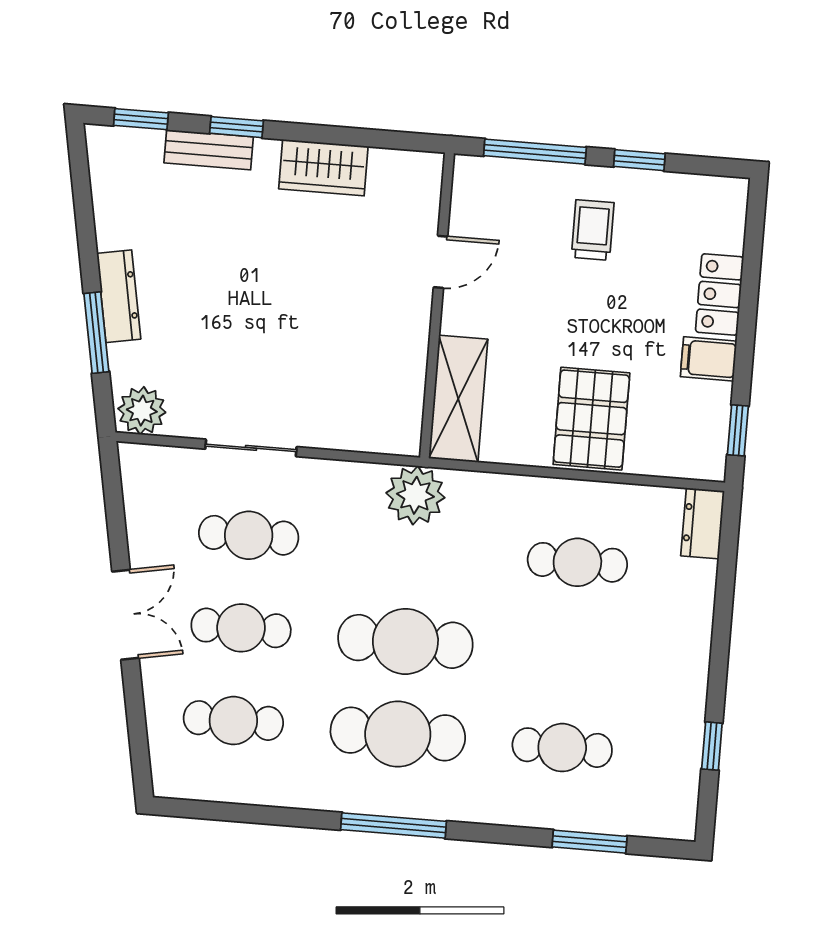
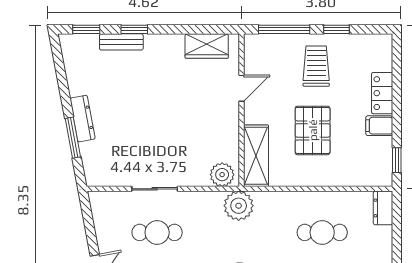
wardrobe: (323, 168) -> (207, 46), moved
trolley: (593, 230) -> (316, 66), width x1.36, depth x1.39
plant: (142, 411) -> (222, 175), moved
pallet: (591, 419) -> (313, 130), moved

